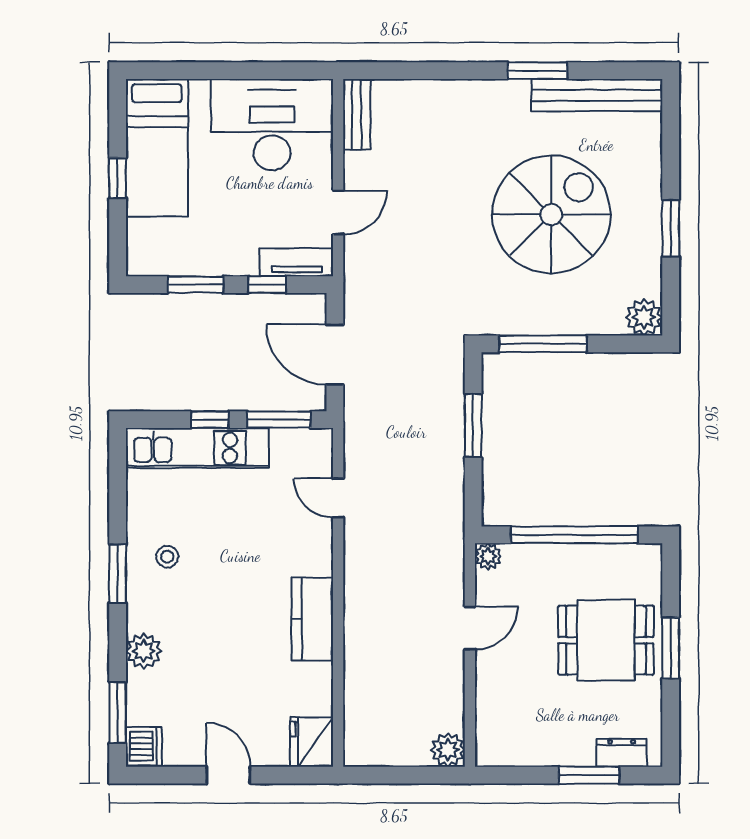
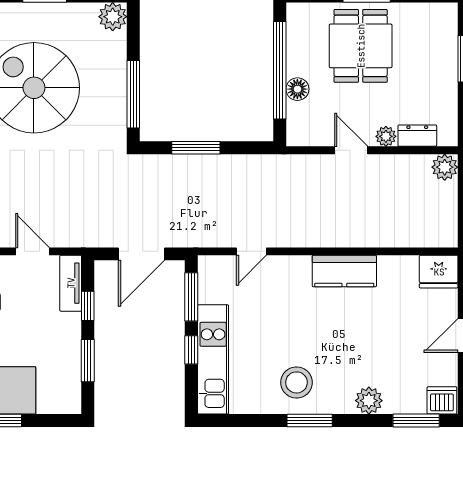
plant: (488, 556) -> (386, 136), moved
stool: (167, 557) -> (297, 382), width x1.89, depth x1.89
floor lamp: (550, 558) -> (297, 89), added
dresser: (622, 753) -> (417, 136), moved, turned 90

